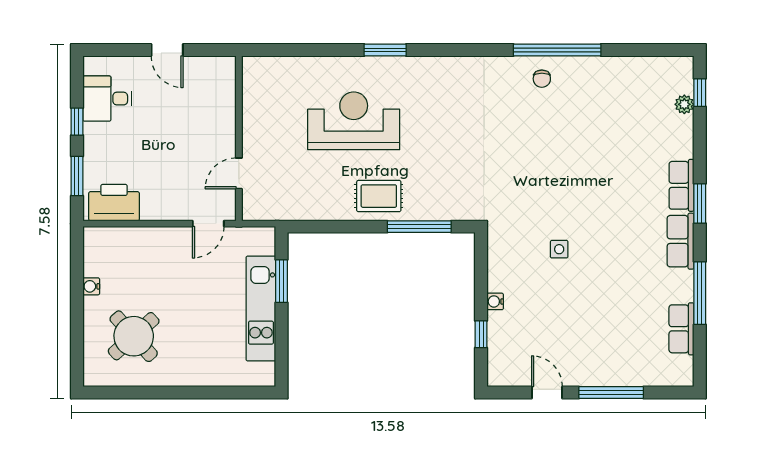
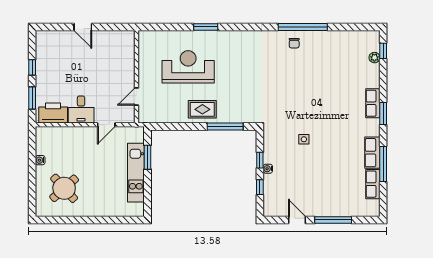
desk: (107, 99) -> (81, 110), moved, turned -90
wall: (239, 138) -> (137, 77), moved
door: (239, 173) -> (137, 97), moved
row of seats: (681, 241) -> (372, 153), moved
window: (481, 286) -> (260, 160), added

